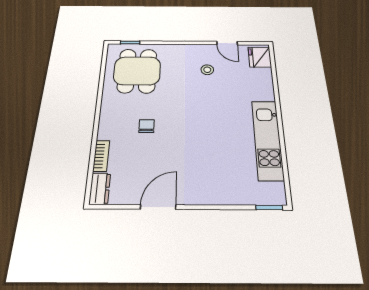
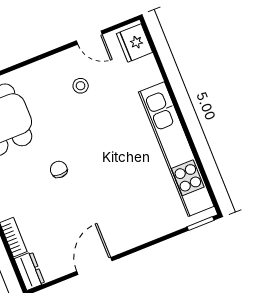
chair: (147, 126) -> (59, 169), moved
kitchen unit: (267, 139) -> (176, 149), width x1.36

